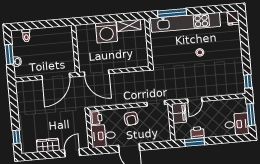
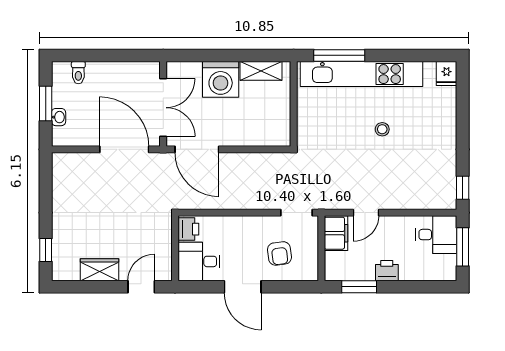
double door: (76, 51) -> (163, 108), added
door: (56, 76) -> (124, 149), swing flipped
armchair: (131, 119) -> (279, 253), moved
desk: (237, 124) -> (436, 235), moved
printer: (197, 133) -> (387, 271), moved

